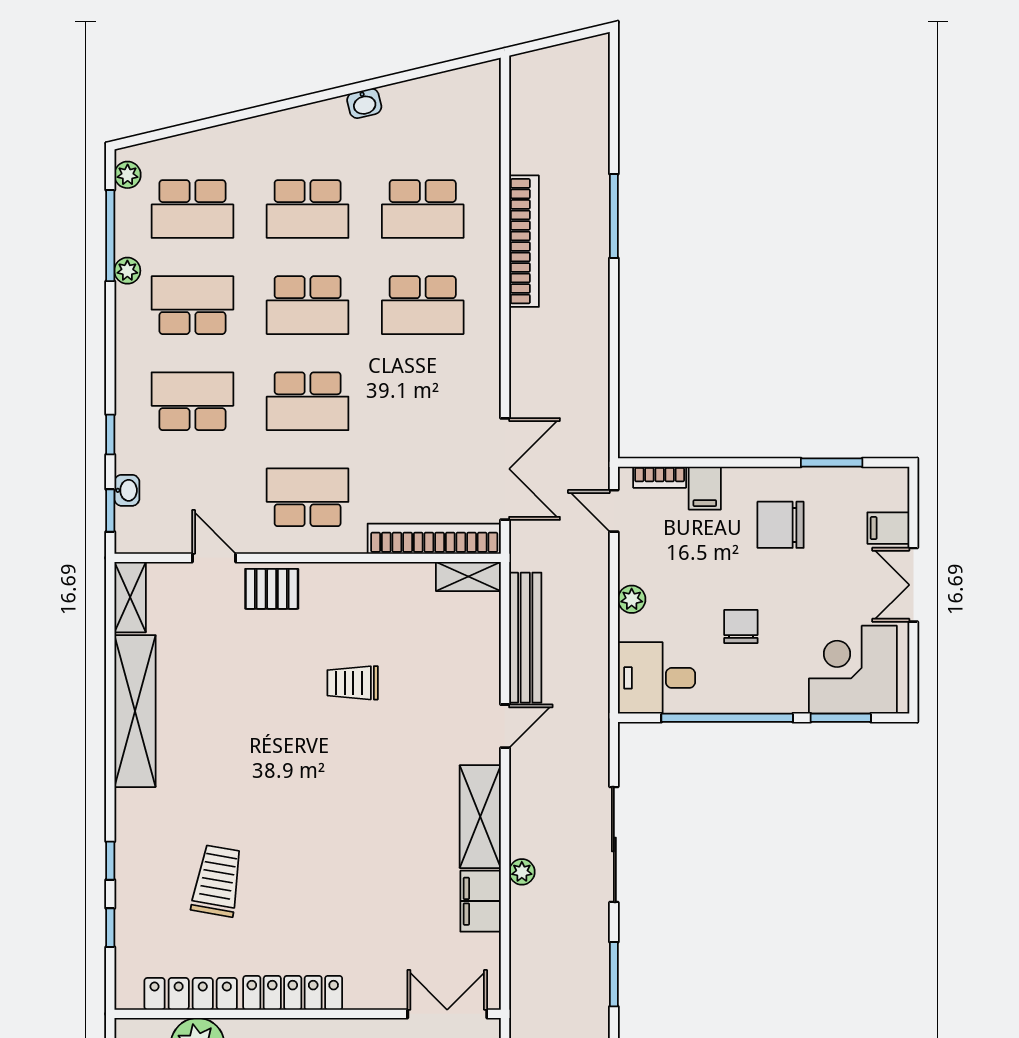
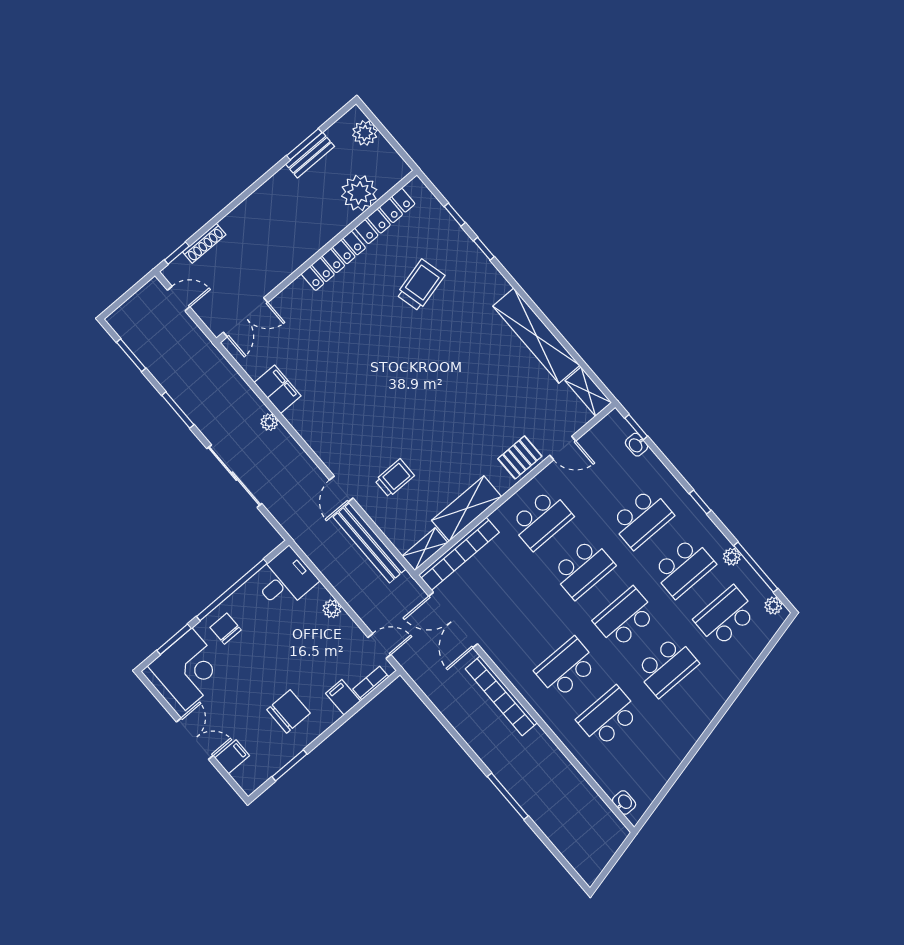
washbasin: (364, 103) -> (624, 802), moved, turned 103
school desk: (308, 209) -> (667, 667), turned 180
bookcase: (524, 241) -> (501, 696), moved
school desk: (308, 401) -> (583, 569), turned 180
window: (110, 434) -> (700, 502), moved
chair: (741, 626) -> (226, 629), moved, turned 180
trolley: (353, 683) -> (395, 478), moved
shelving: (480, 817) -> (467, 509), moved, turned 90
trolley: (217, 881) -> (421, 285), turned -114

